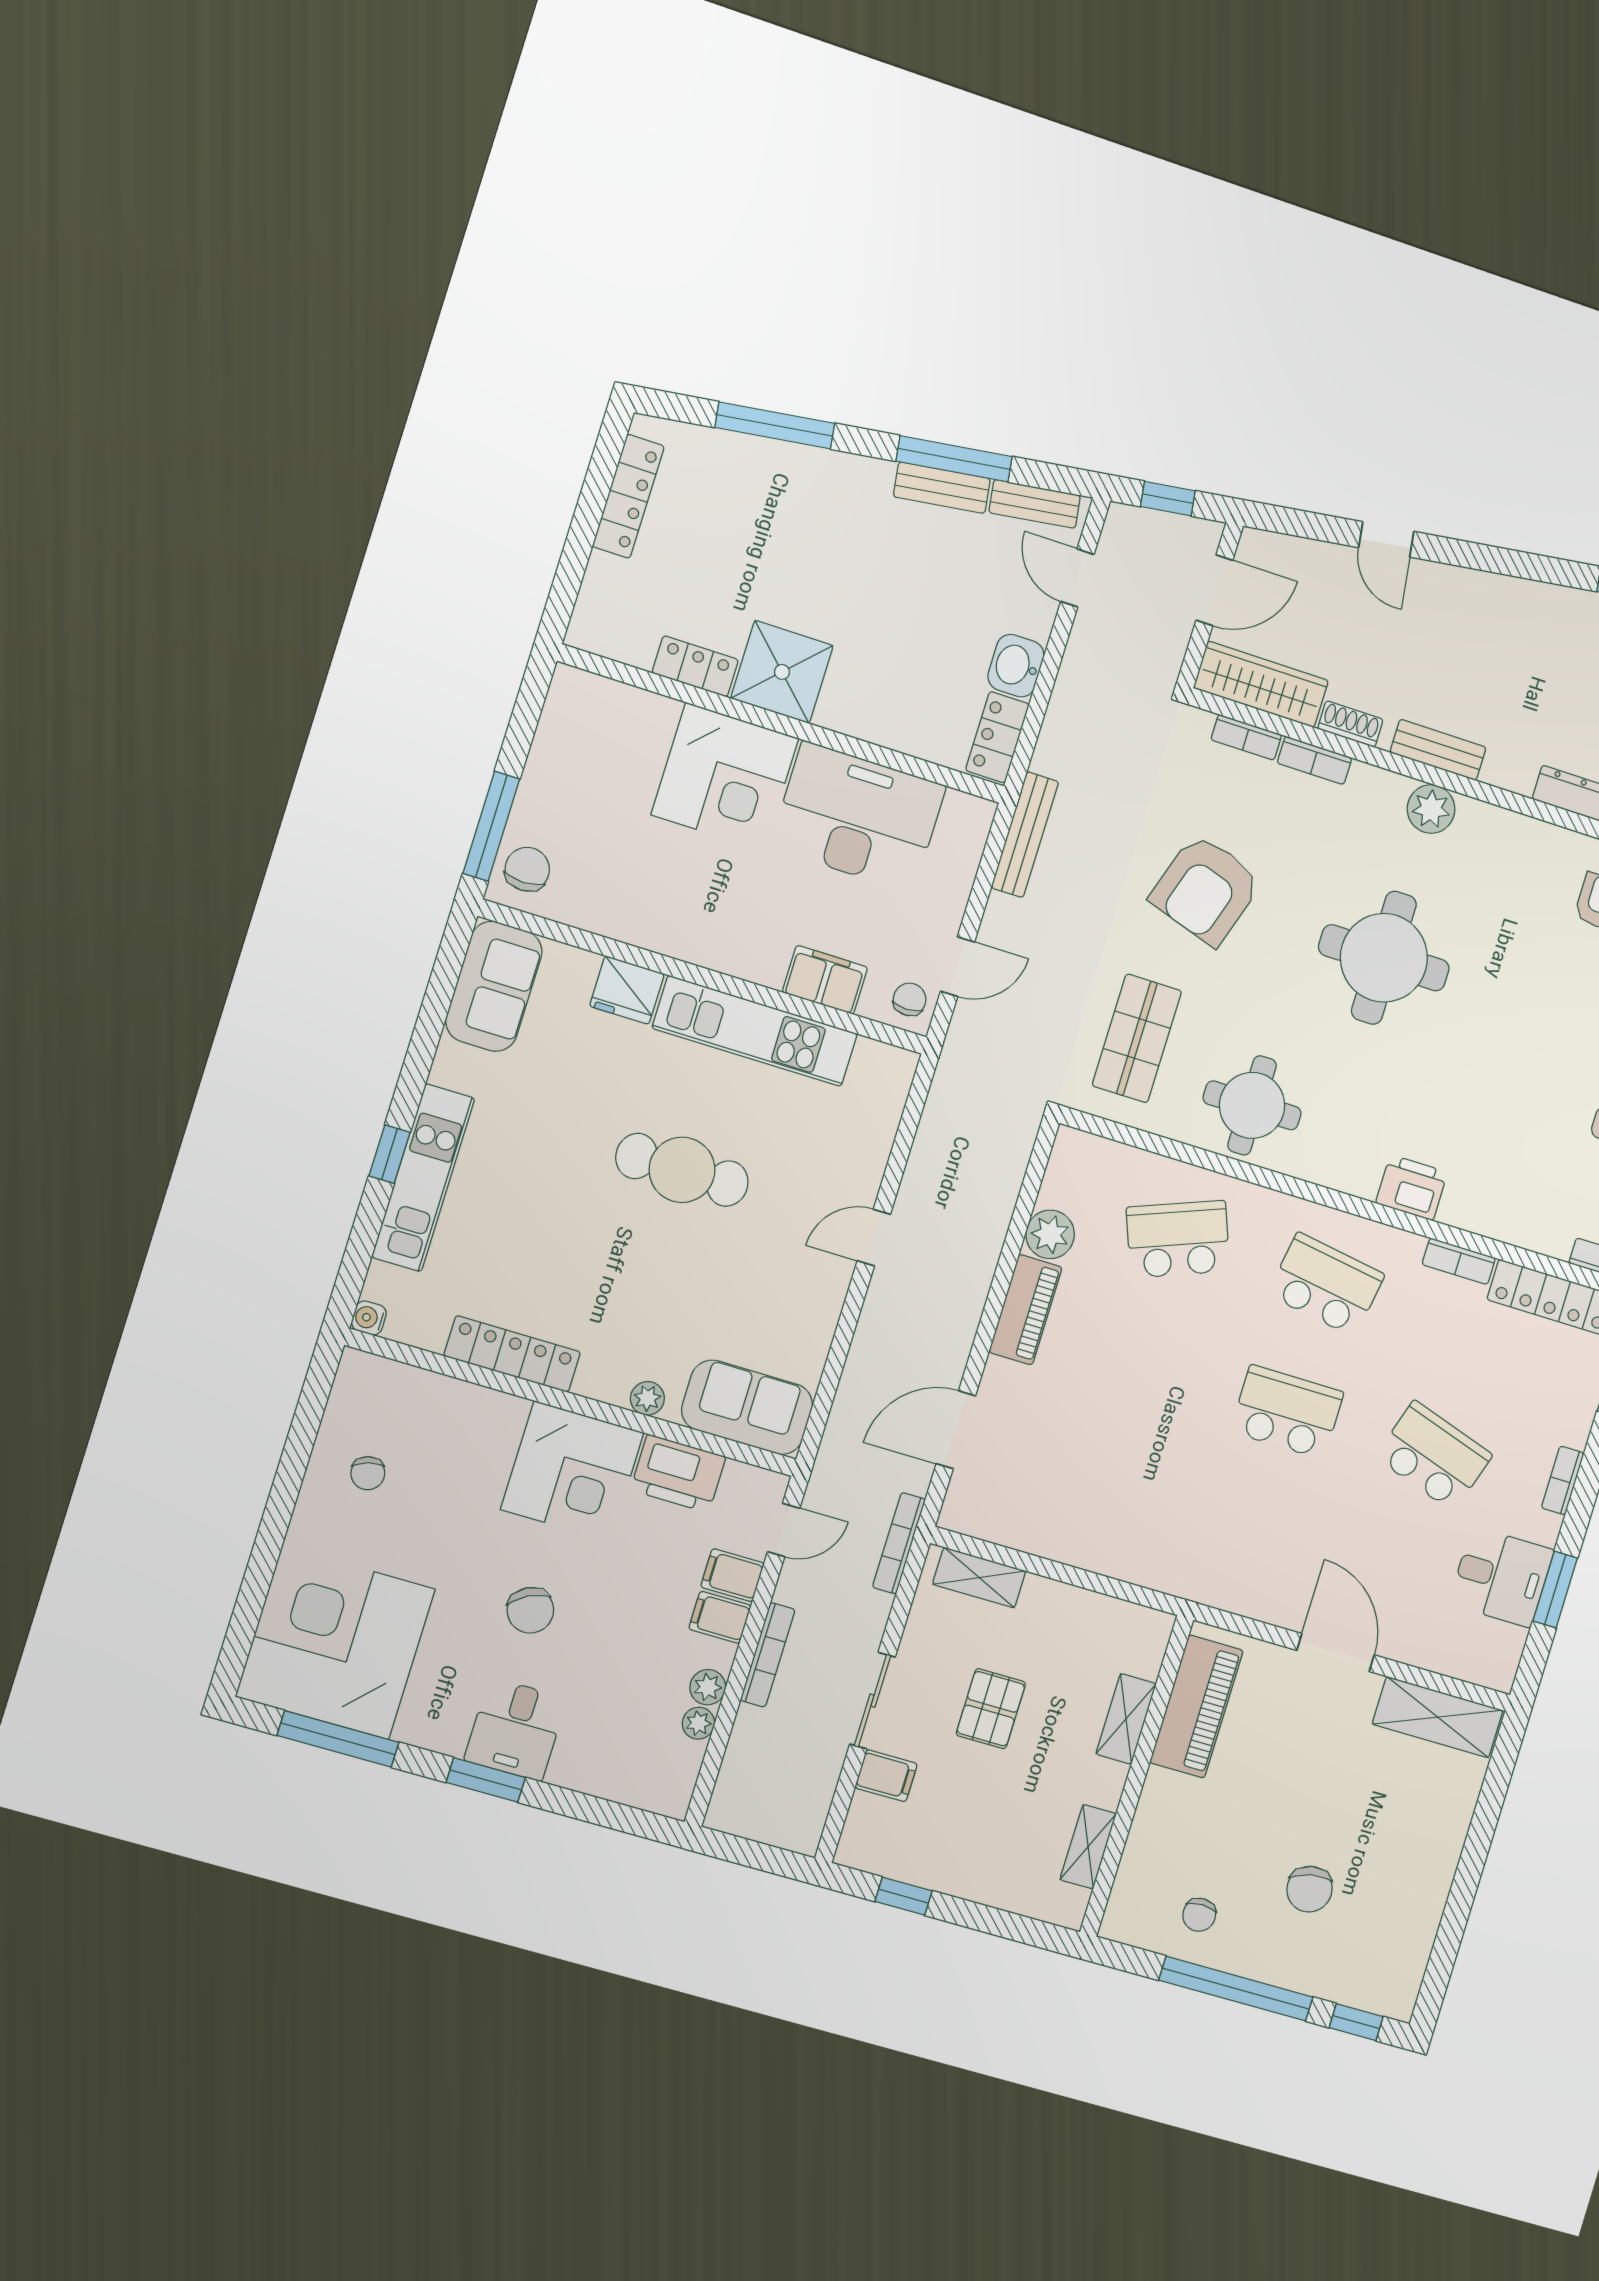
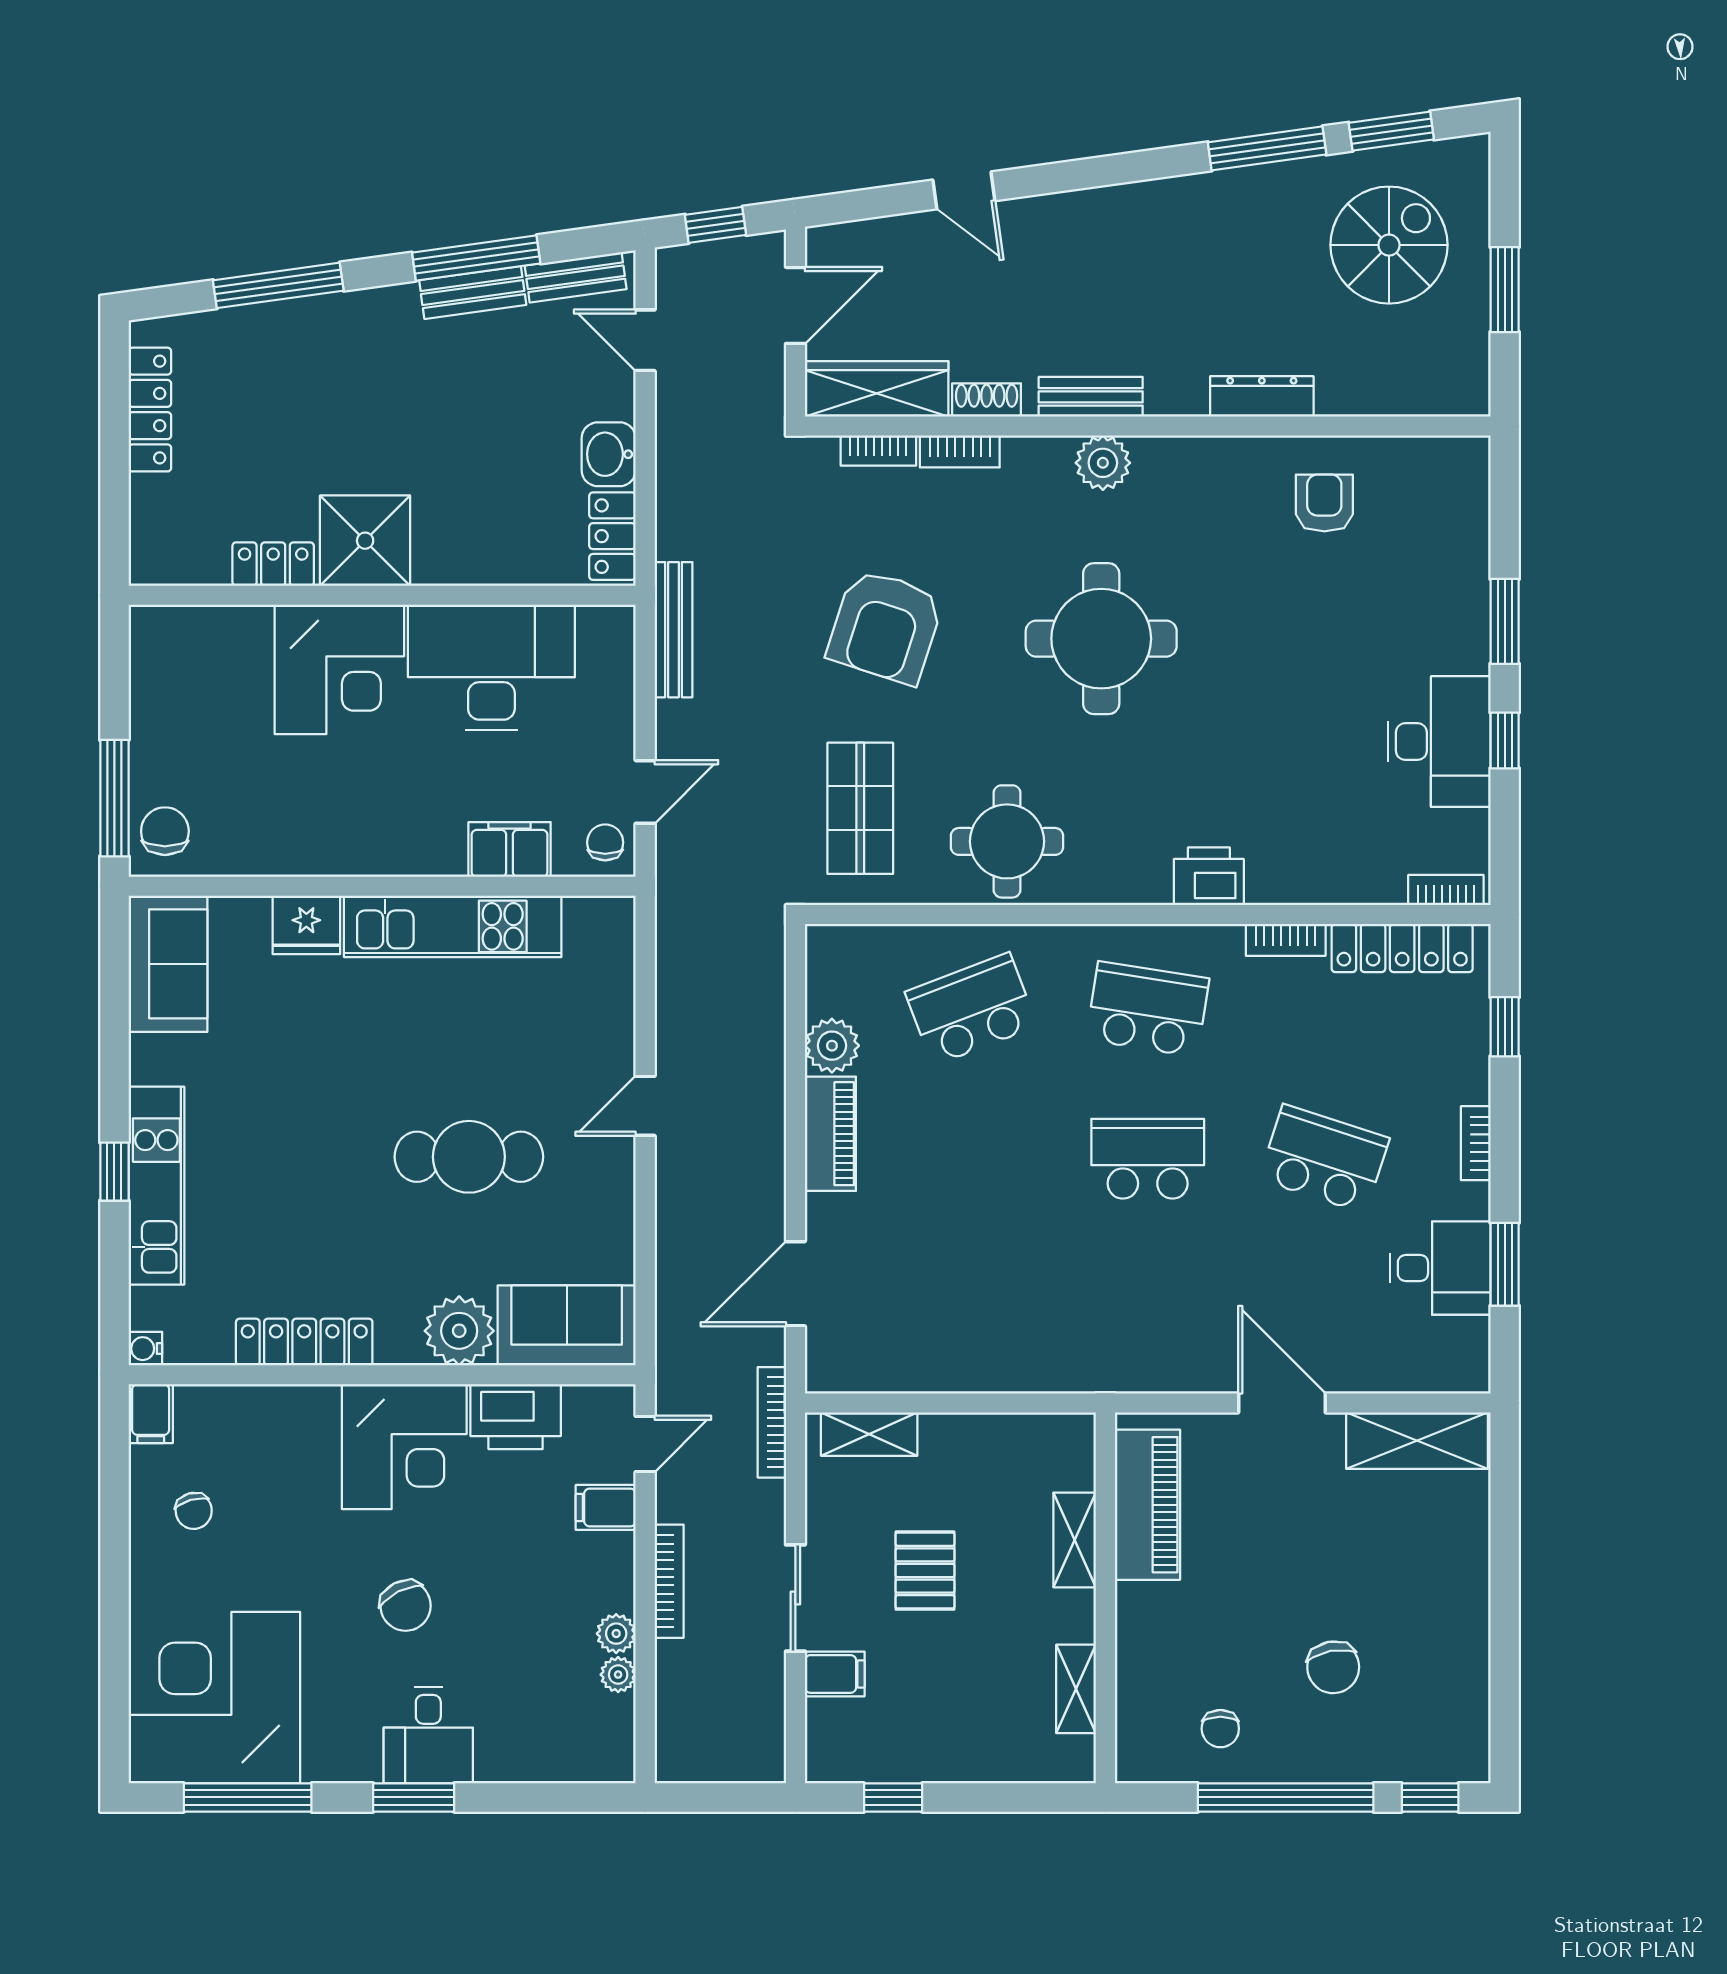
cafe table: (682, 1170) -> (469, 1157), moved
plant: (647, 1398) -> (459, 1331), width x1.88, depth x1.88
filing cabinet: (720, 1617) -> (151, 1414), moved, turned -90

